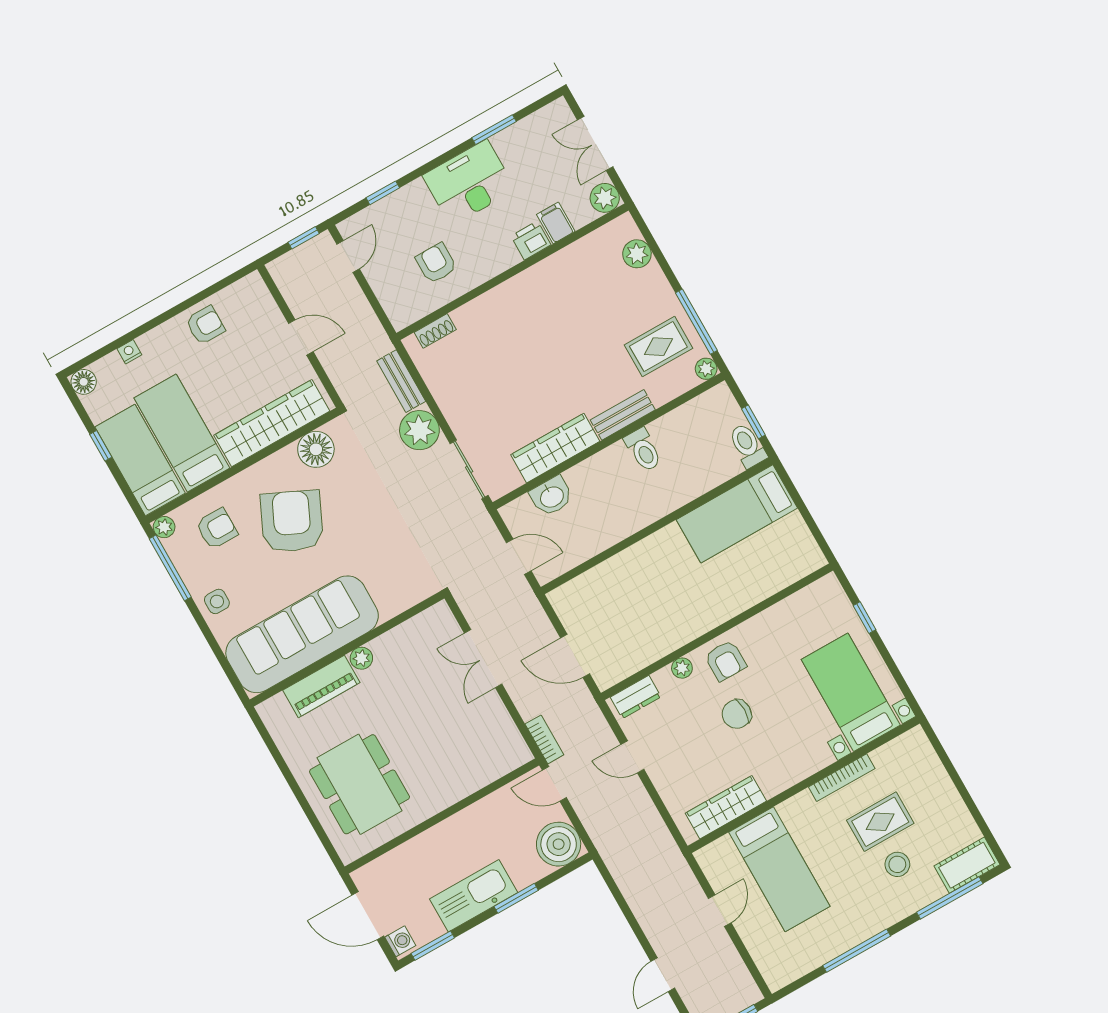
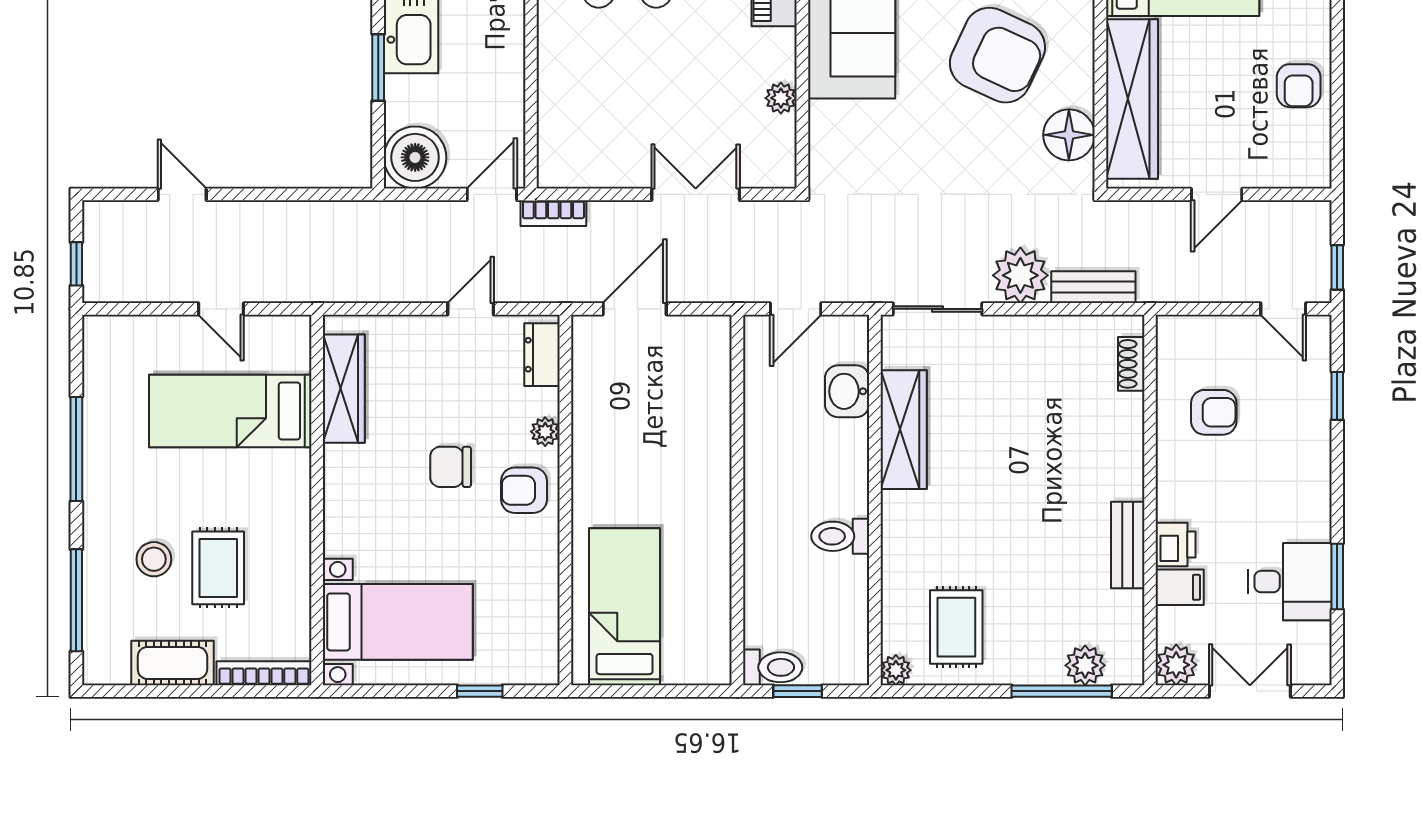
desk: (469, 183) -> (1290, 582), moved, width x0.73
window: (696, 322) -> (1062, 691), moved
bench: (623, 415) -> (1128, 545), moved
bed: (737, 514) -> (625, 607), moved
plant: (361, 658) -> (781, 98), moved
chair: (737, 714) -> (451, 467), turned -90
bookcase: (842, 778) -> (264, 673), moved, turned 90
cot: (967, 865) -> (172, 663), moved, turned 90

